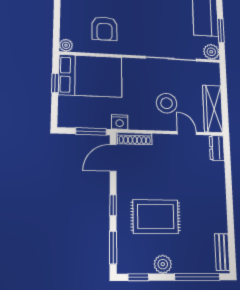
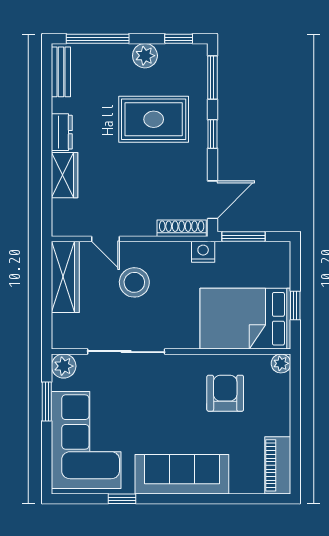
dresser: (217, 148) -> (62, 132), moved
wardrobe: (216, 178) -> (65, 175), added

